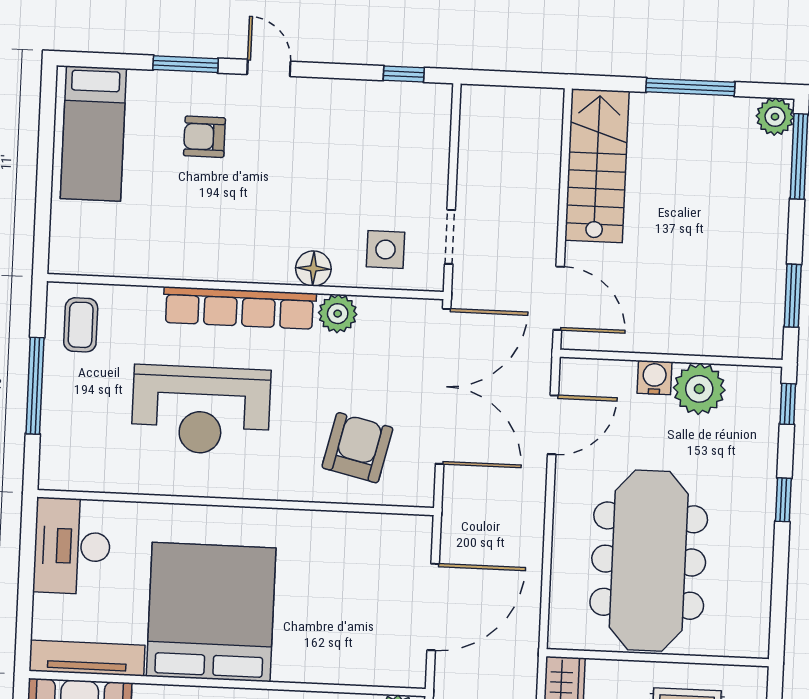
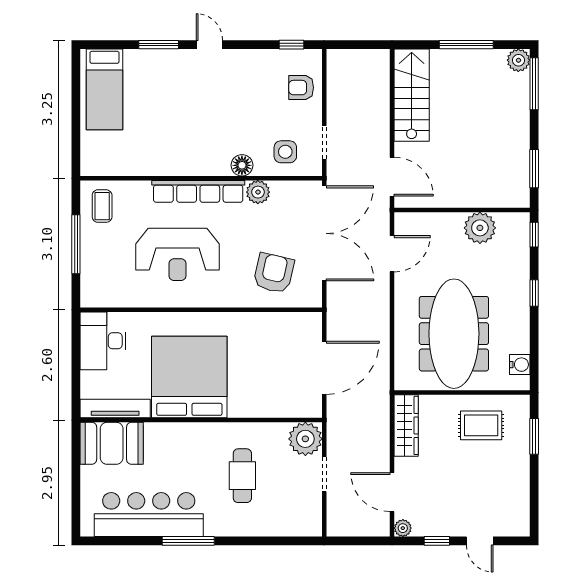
armchair: (204, 137) -> (301, 88), moved
water cooler: (654, 378) -> (520, 365), moved, turned 90

